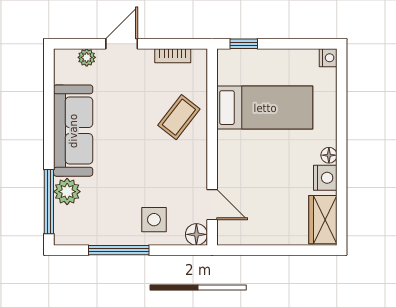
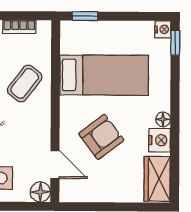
window: (342, 72) -> (175, 43), added
armchair: (262, 175) -> (101, 137), added

